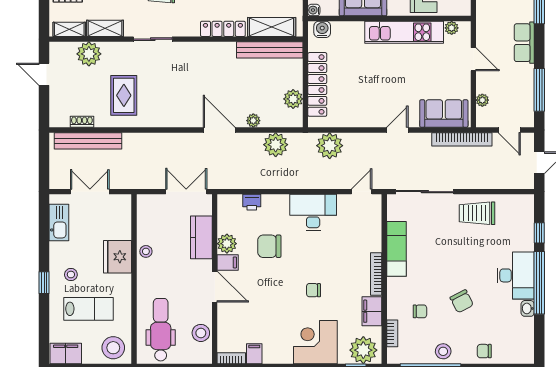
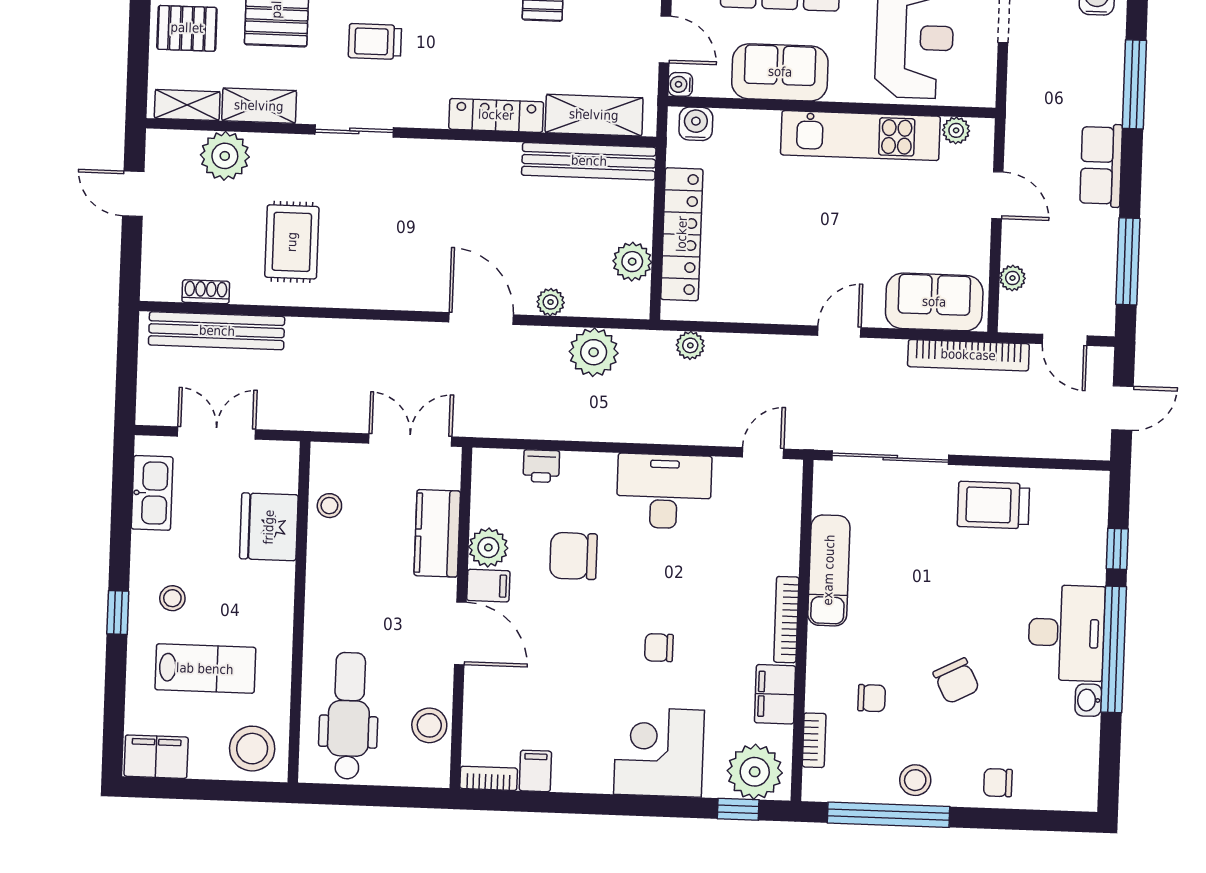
plant: (330, 146) -> (690, 345), width x0.53, depth x0.53
stool: (146, 251) -> (329, 506), moved
fridge: (118, 257) -> (269, 527), moved

